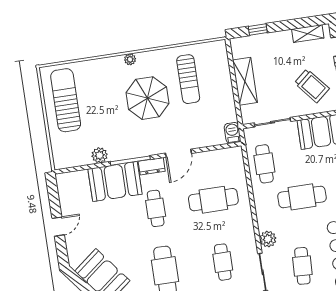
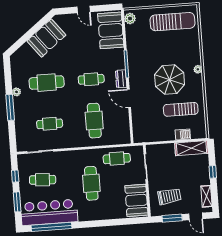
window: (258, 30) -> (213, 172), moved
shelving: (245, 81) -> (191, 148), moved
trolley: (312, 86) -> (169, 196), turned -147
barbecue: (232, 133) -> (183, 135), moved
plant: (100, 155) -> (130, 18), moved
booth: (115, 182) -> (111, 30), moved
plant: (268, 239) -> (63, 157), removed

